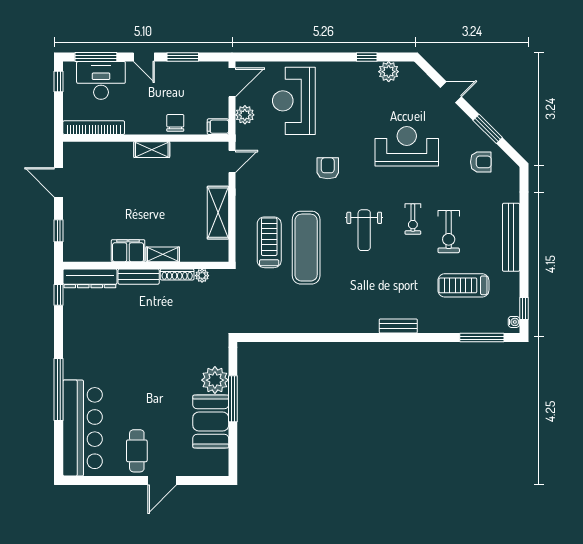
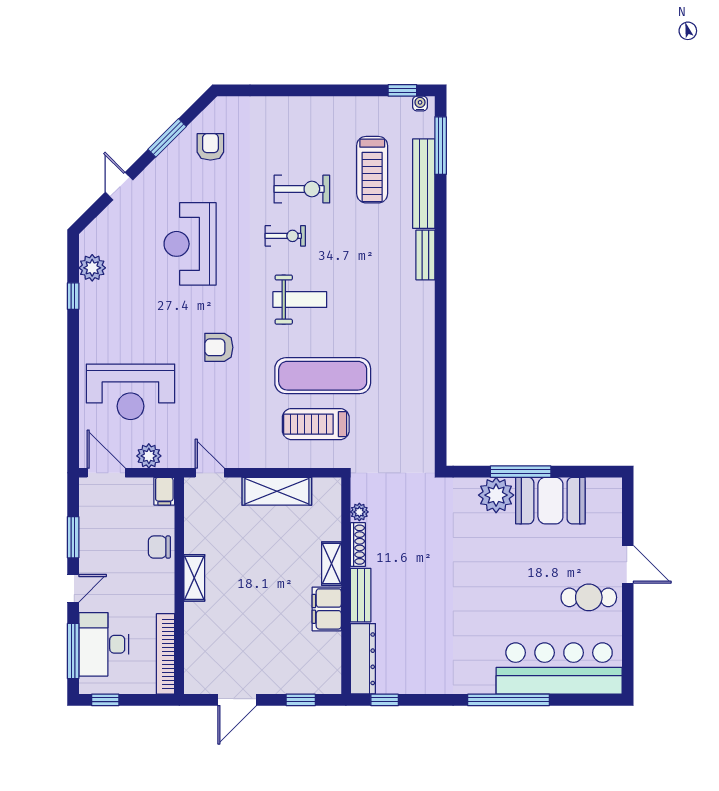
bench: (511, 237) -> (424, 184), moved, turned 90

